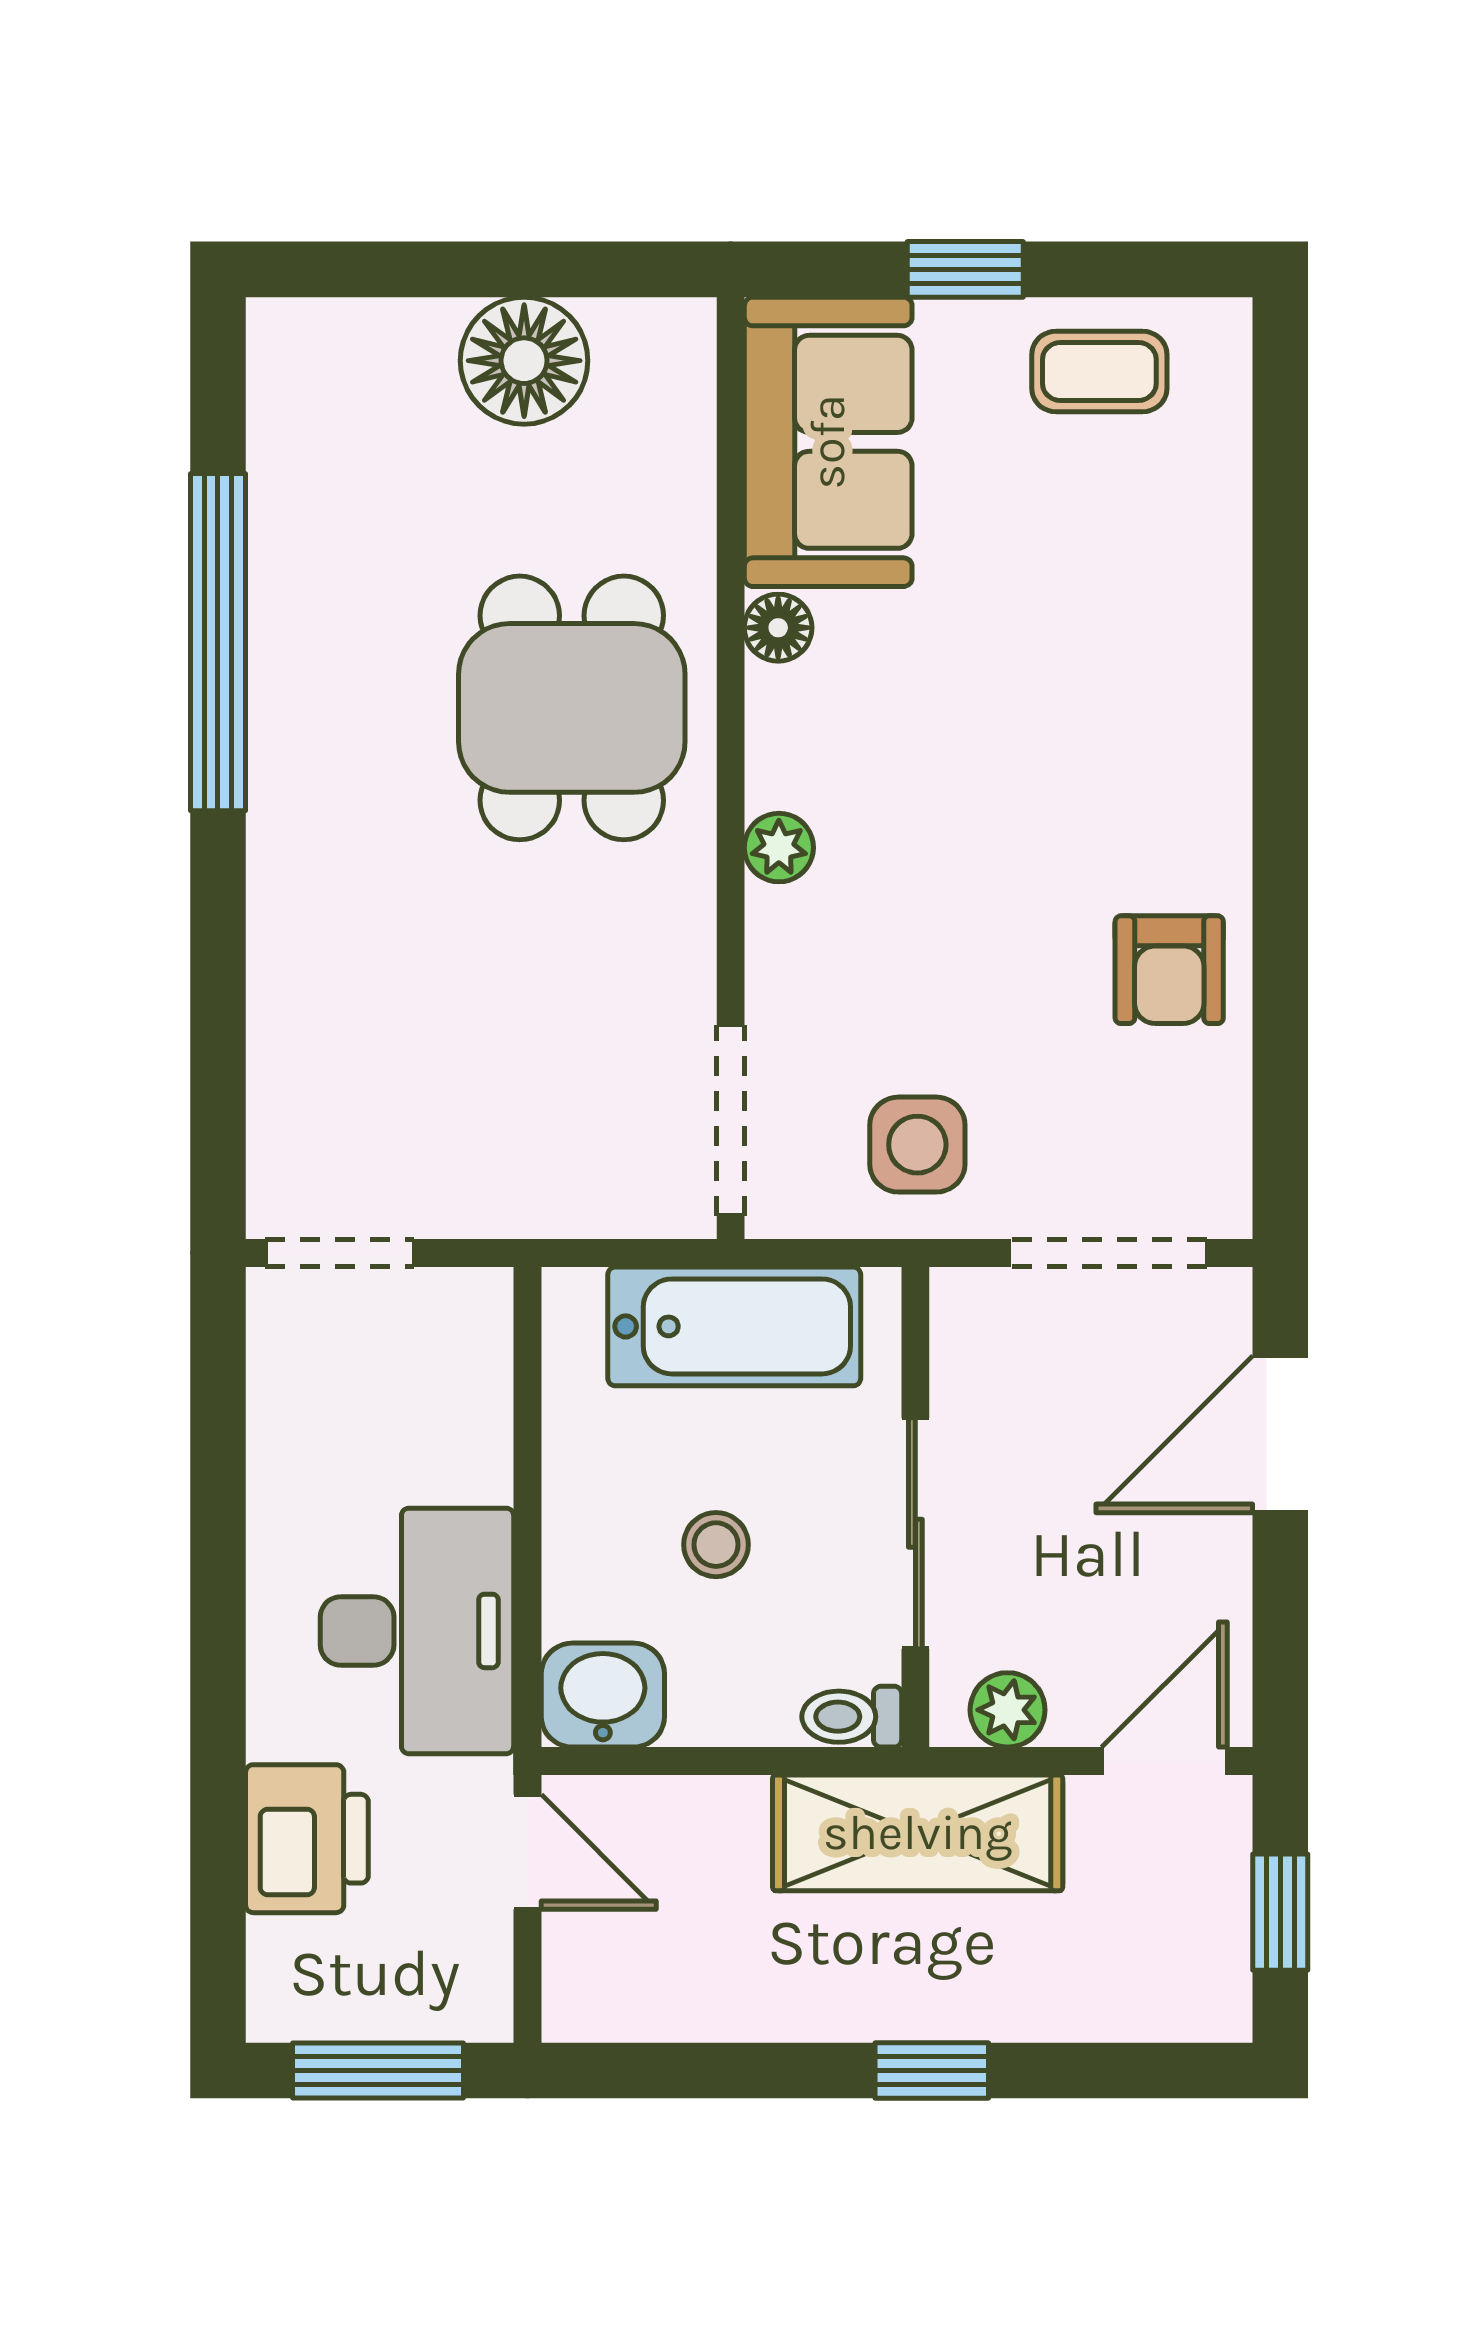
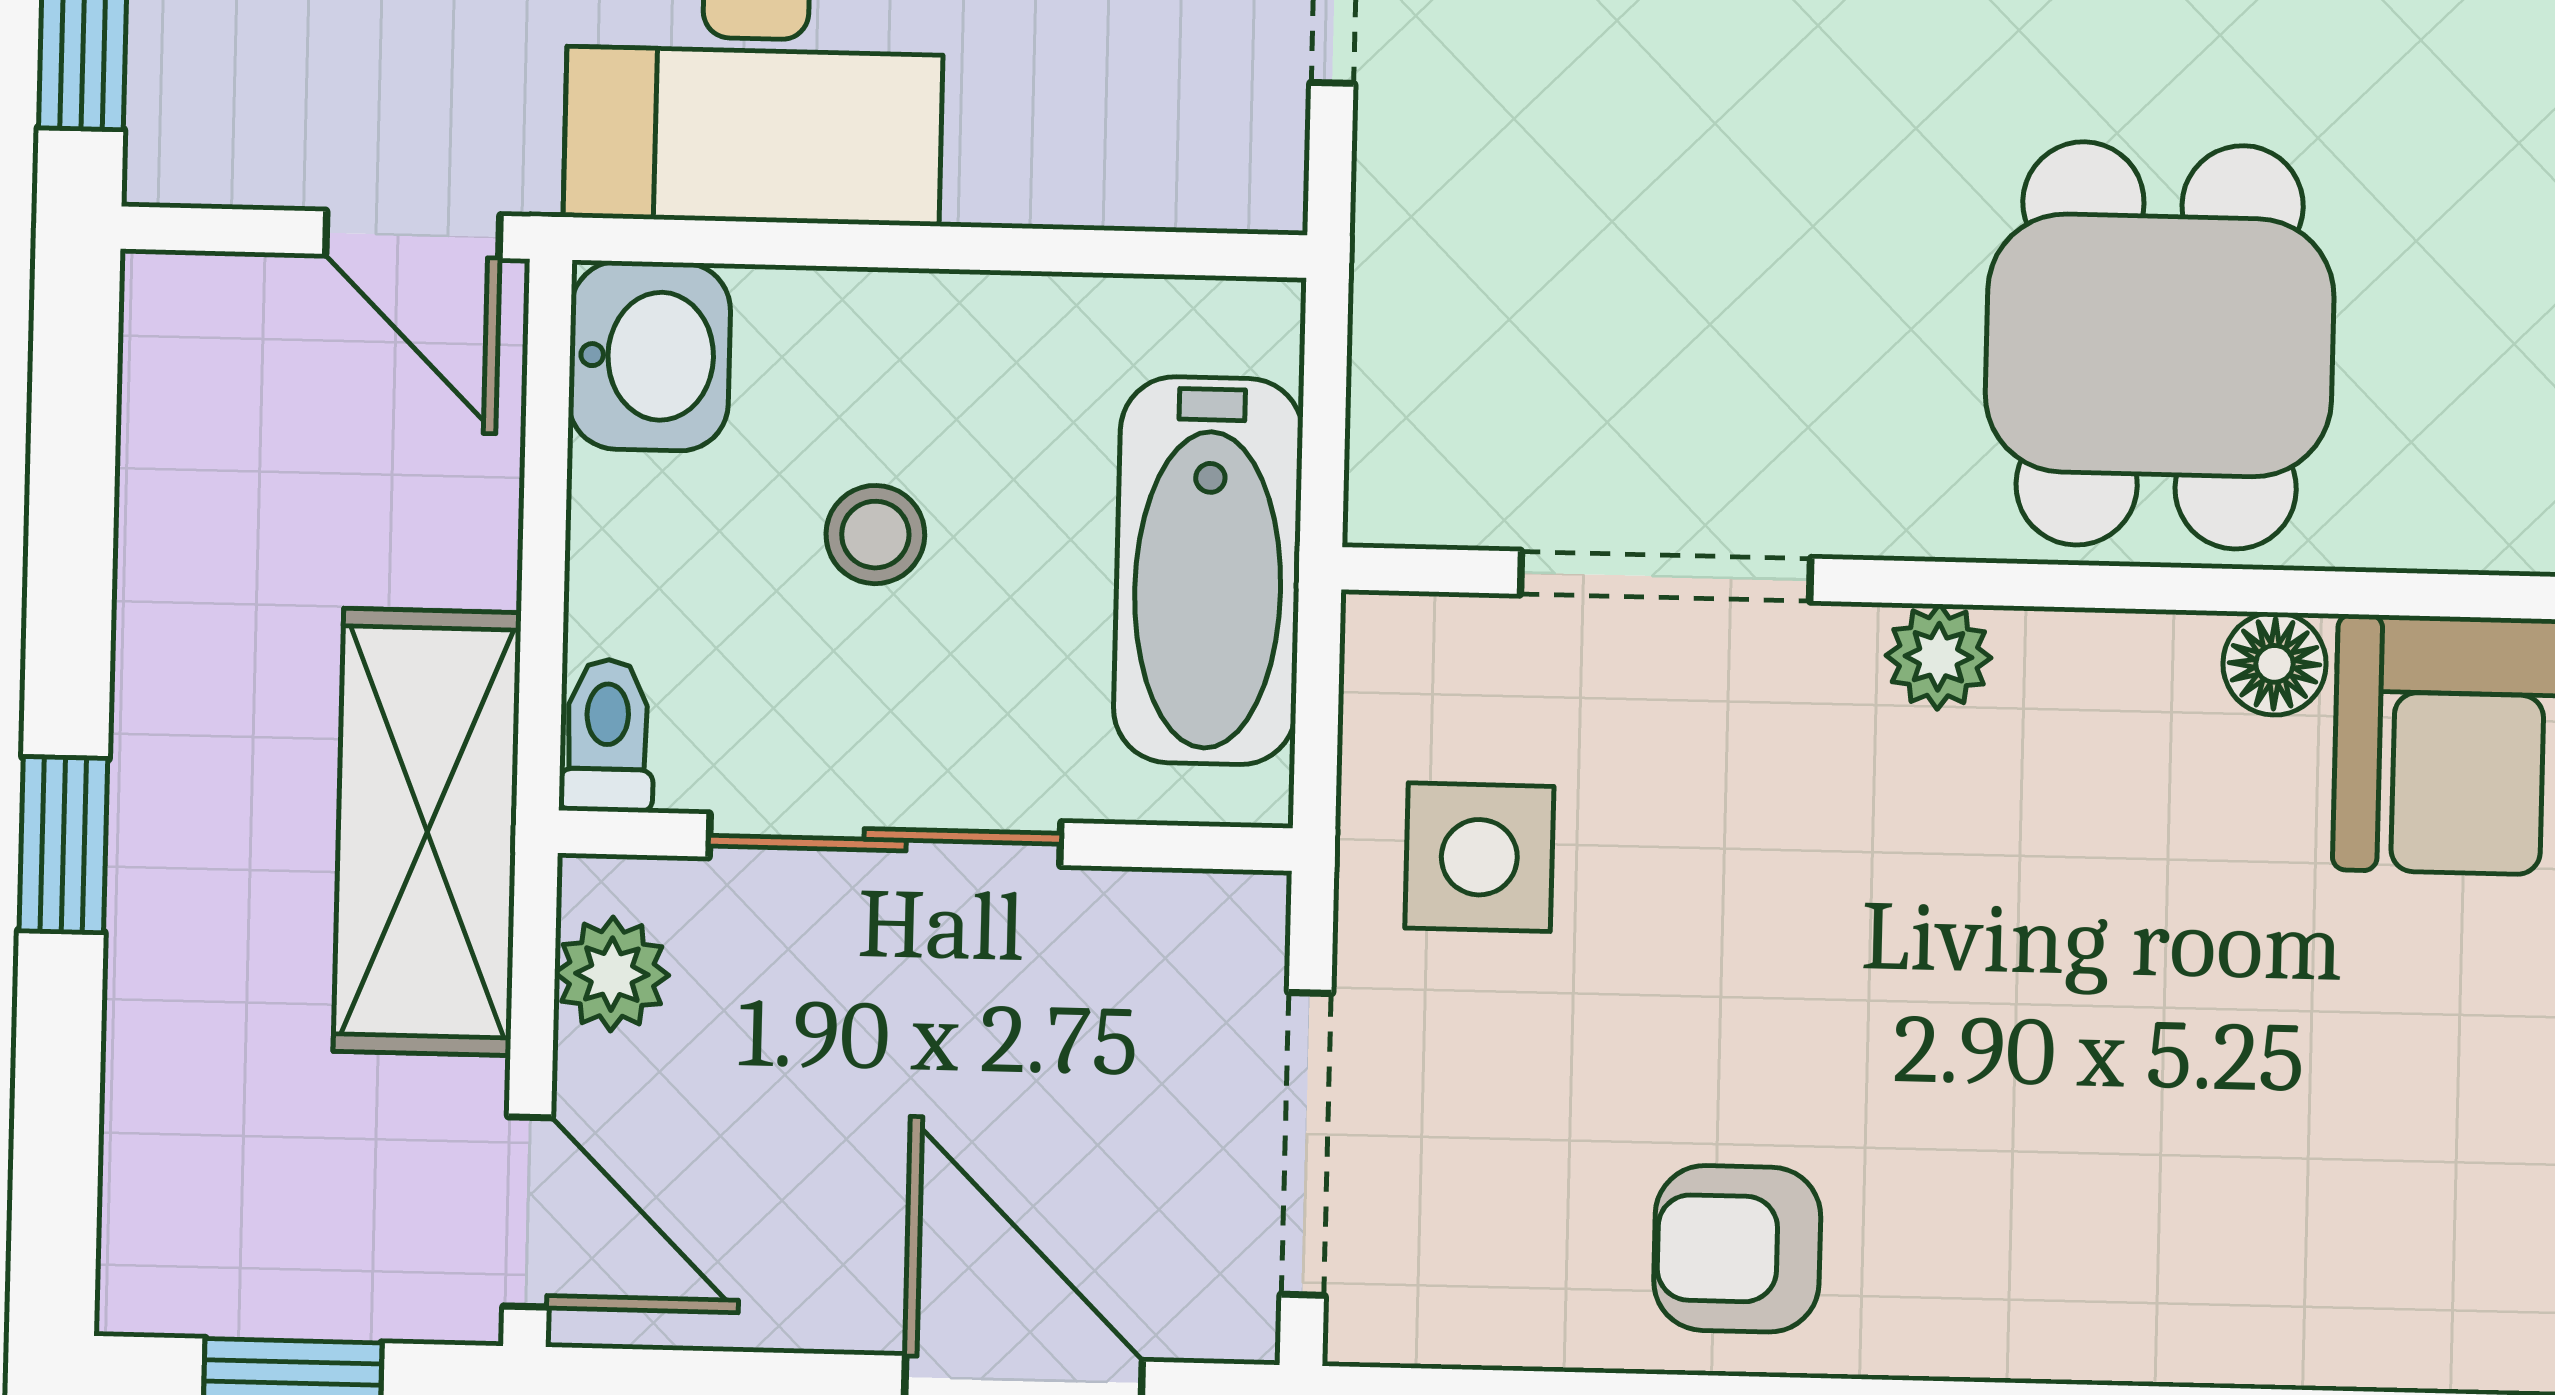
dining table: (572, 708) -> (2160, 345), turned 90
doorway: (731, 1120) -> (1665, 576), moved
door: (527, 1852) -> (413, 235), hinge flipped

